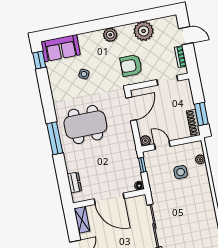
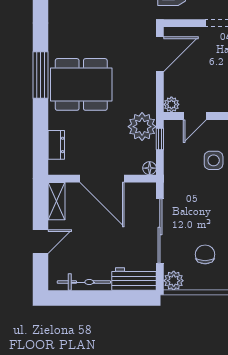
dining table: (85, 125) -> (81, 84), moved
door: (162, 145) -> (195, 116), swing flipped
plant: (129, 159) -> (142, 127), added
chair: (187, 236) -> (205, 254), added

